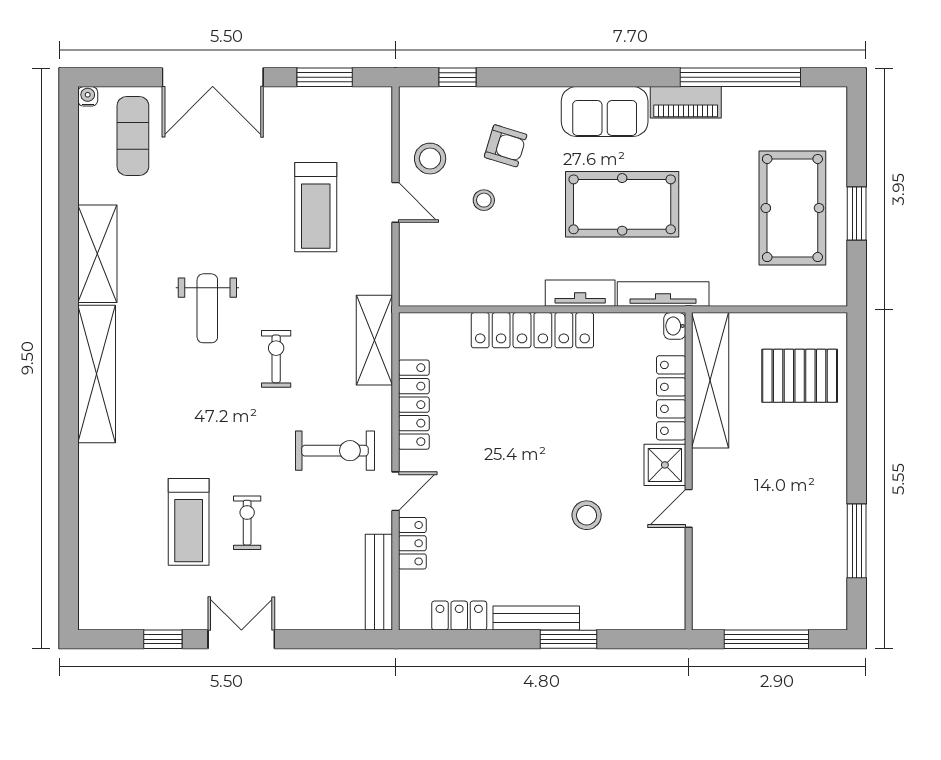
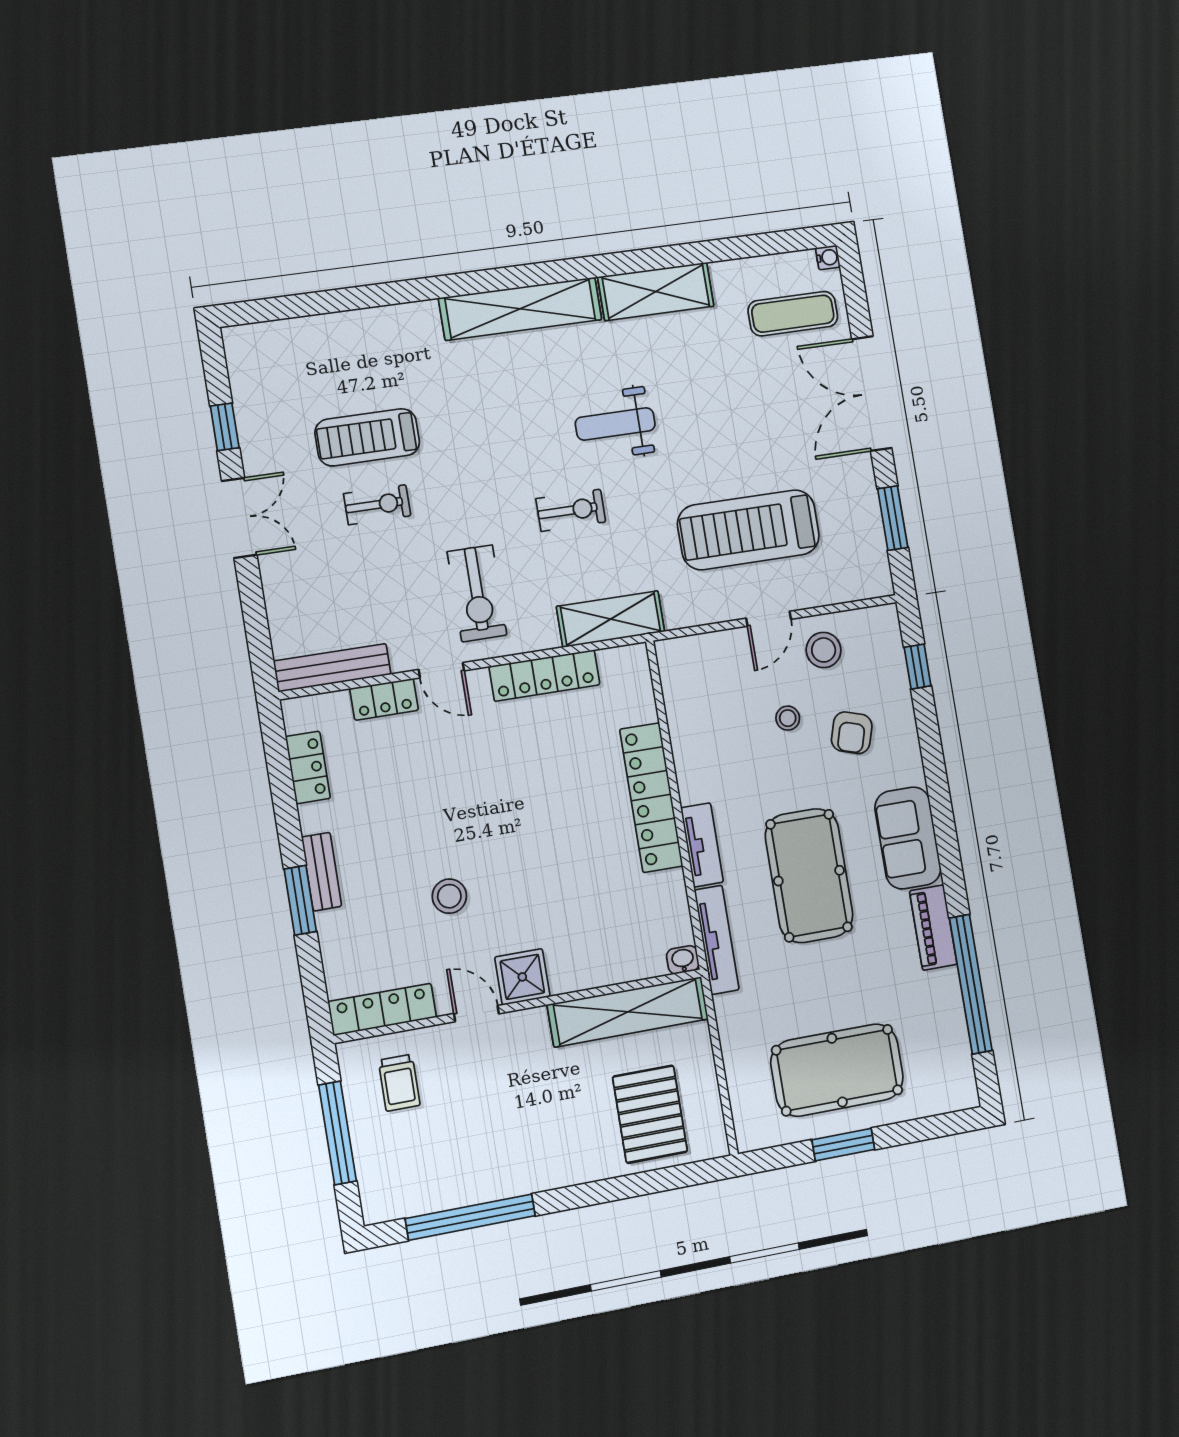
treadmill: (316, 207) -> (748, 530), width x1.37, depth x1.38
locker: (671, 398) -> (382, 1009), moved
window: (857, 541) -> (470, 1217), width x1.46
trolley: (734, 582) -> (399, 1083), added
bench: (536, 618) -> (322, 872), width x0.73

